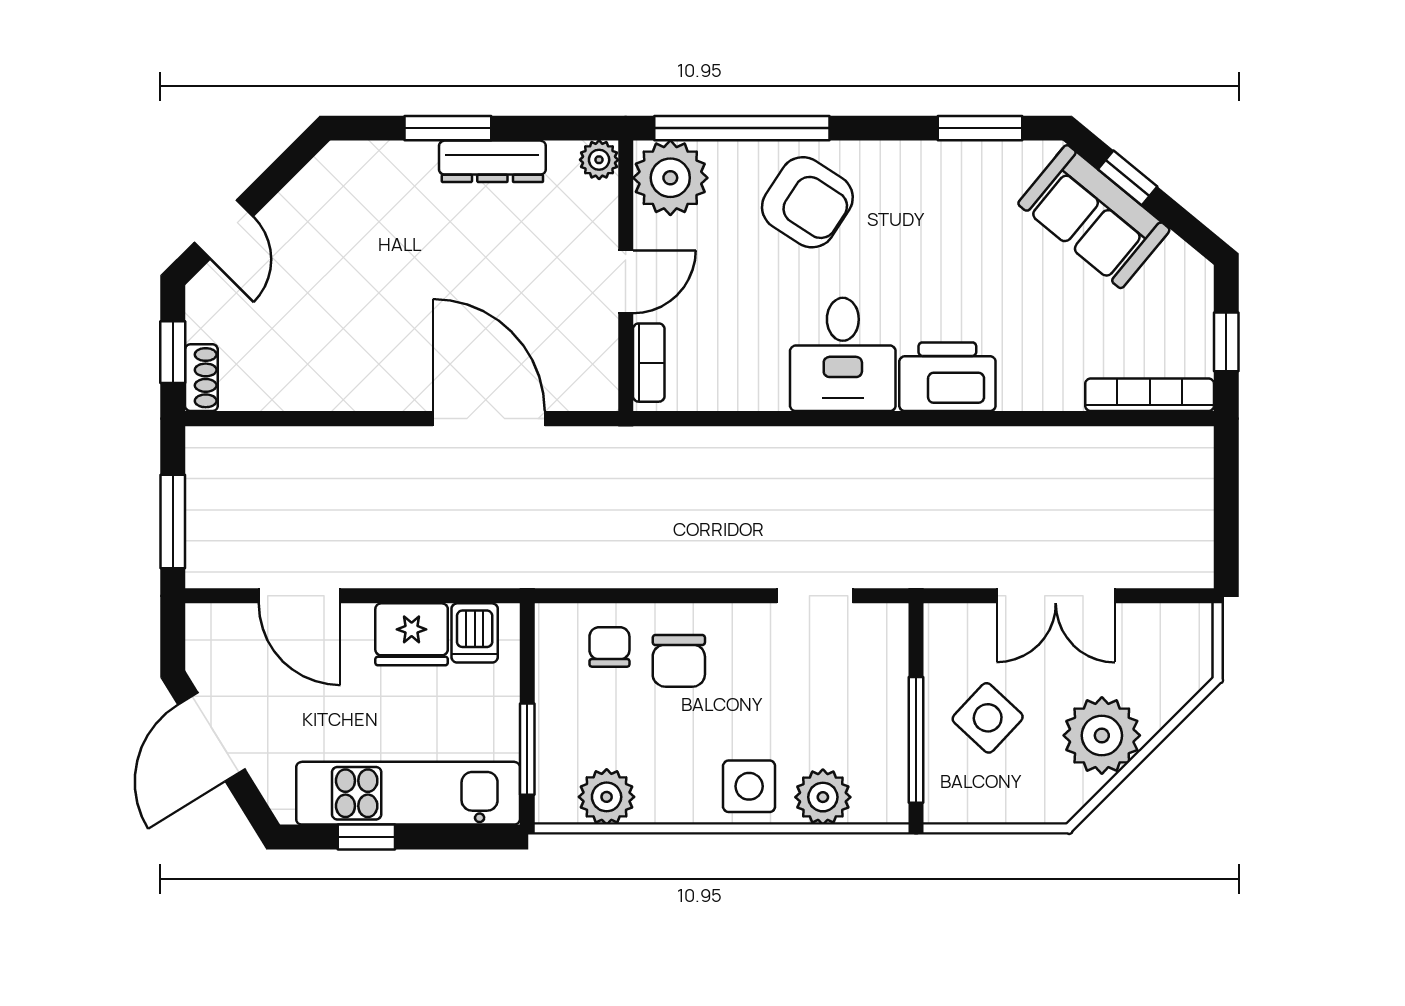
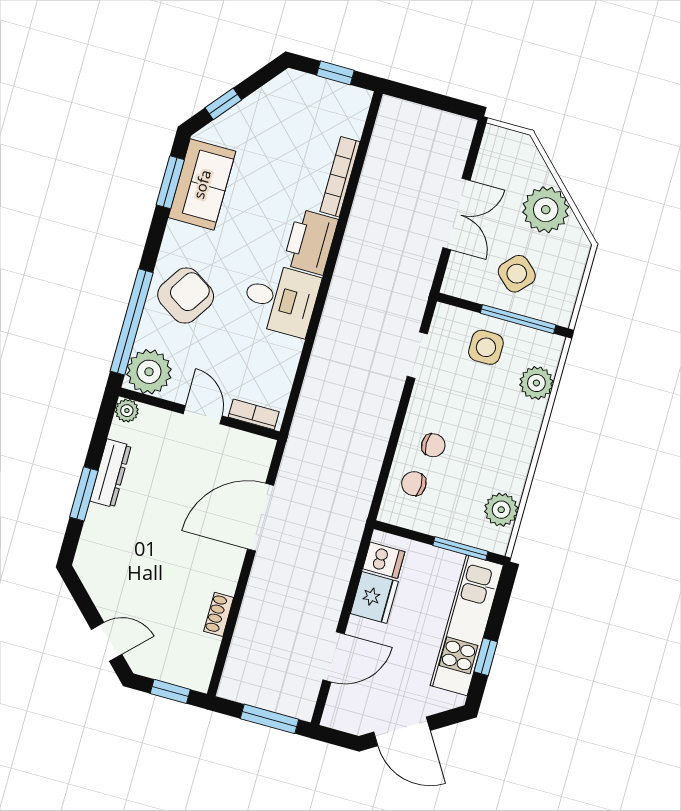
sofa: (1094, 217) -> (202, 184), moved, turned -40
shoe rack: (201, 378) -> (219, 614), moved, turned -90
bookcase: (1150, 395) -> (340, 177), moved
chair: (679, 661) -> (433, 445), width x0.73, depth x0.73
side table: (749, 786) -> (486, 347), moved

